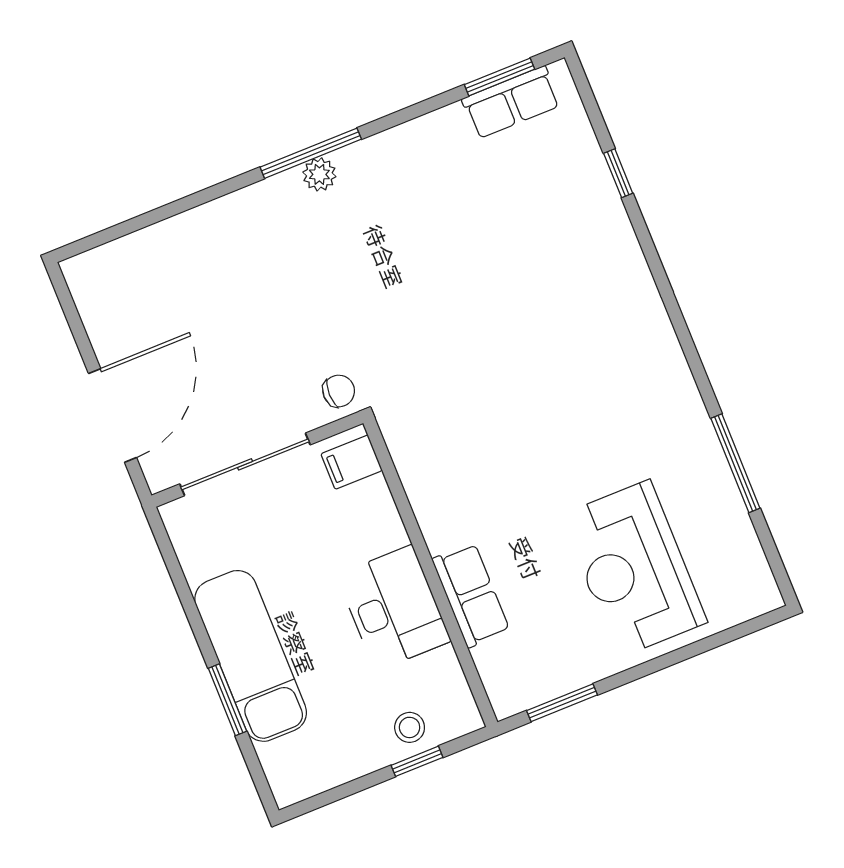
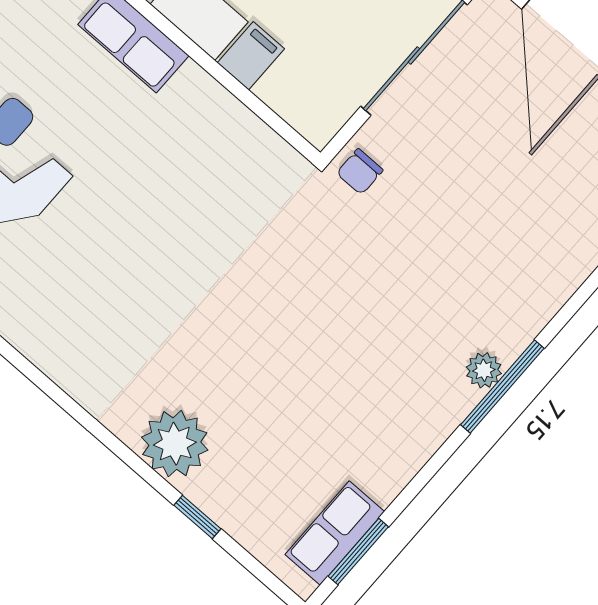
plant: (606, 243) -> (175, 444), added
filing cabinet: (352, 462) -> (251, 56), moved

